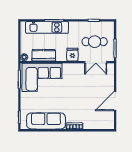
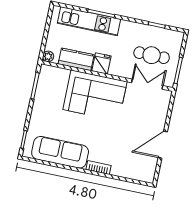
fridge: (72, 55) -> (101, 64), moved
double door: (96, 62) -> (147, 84), swing flipped
corner sofa: (42, 77) -> (95, 96), moved

